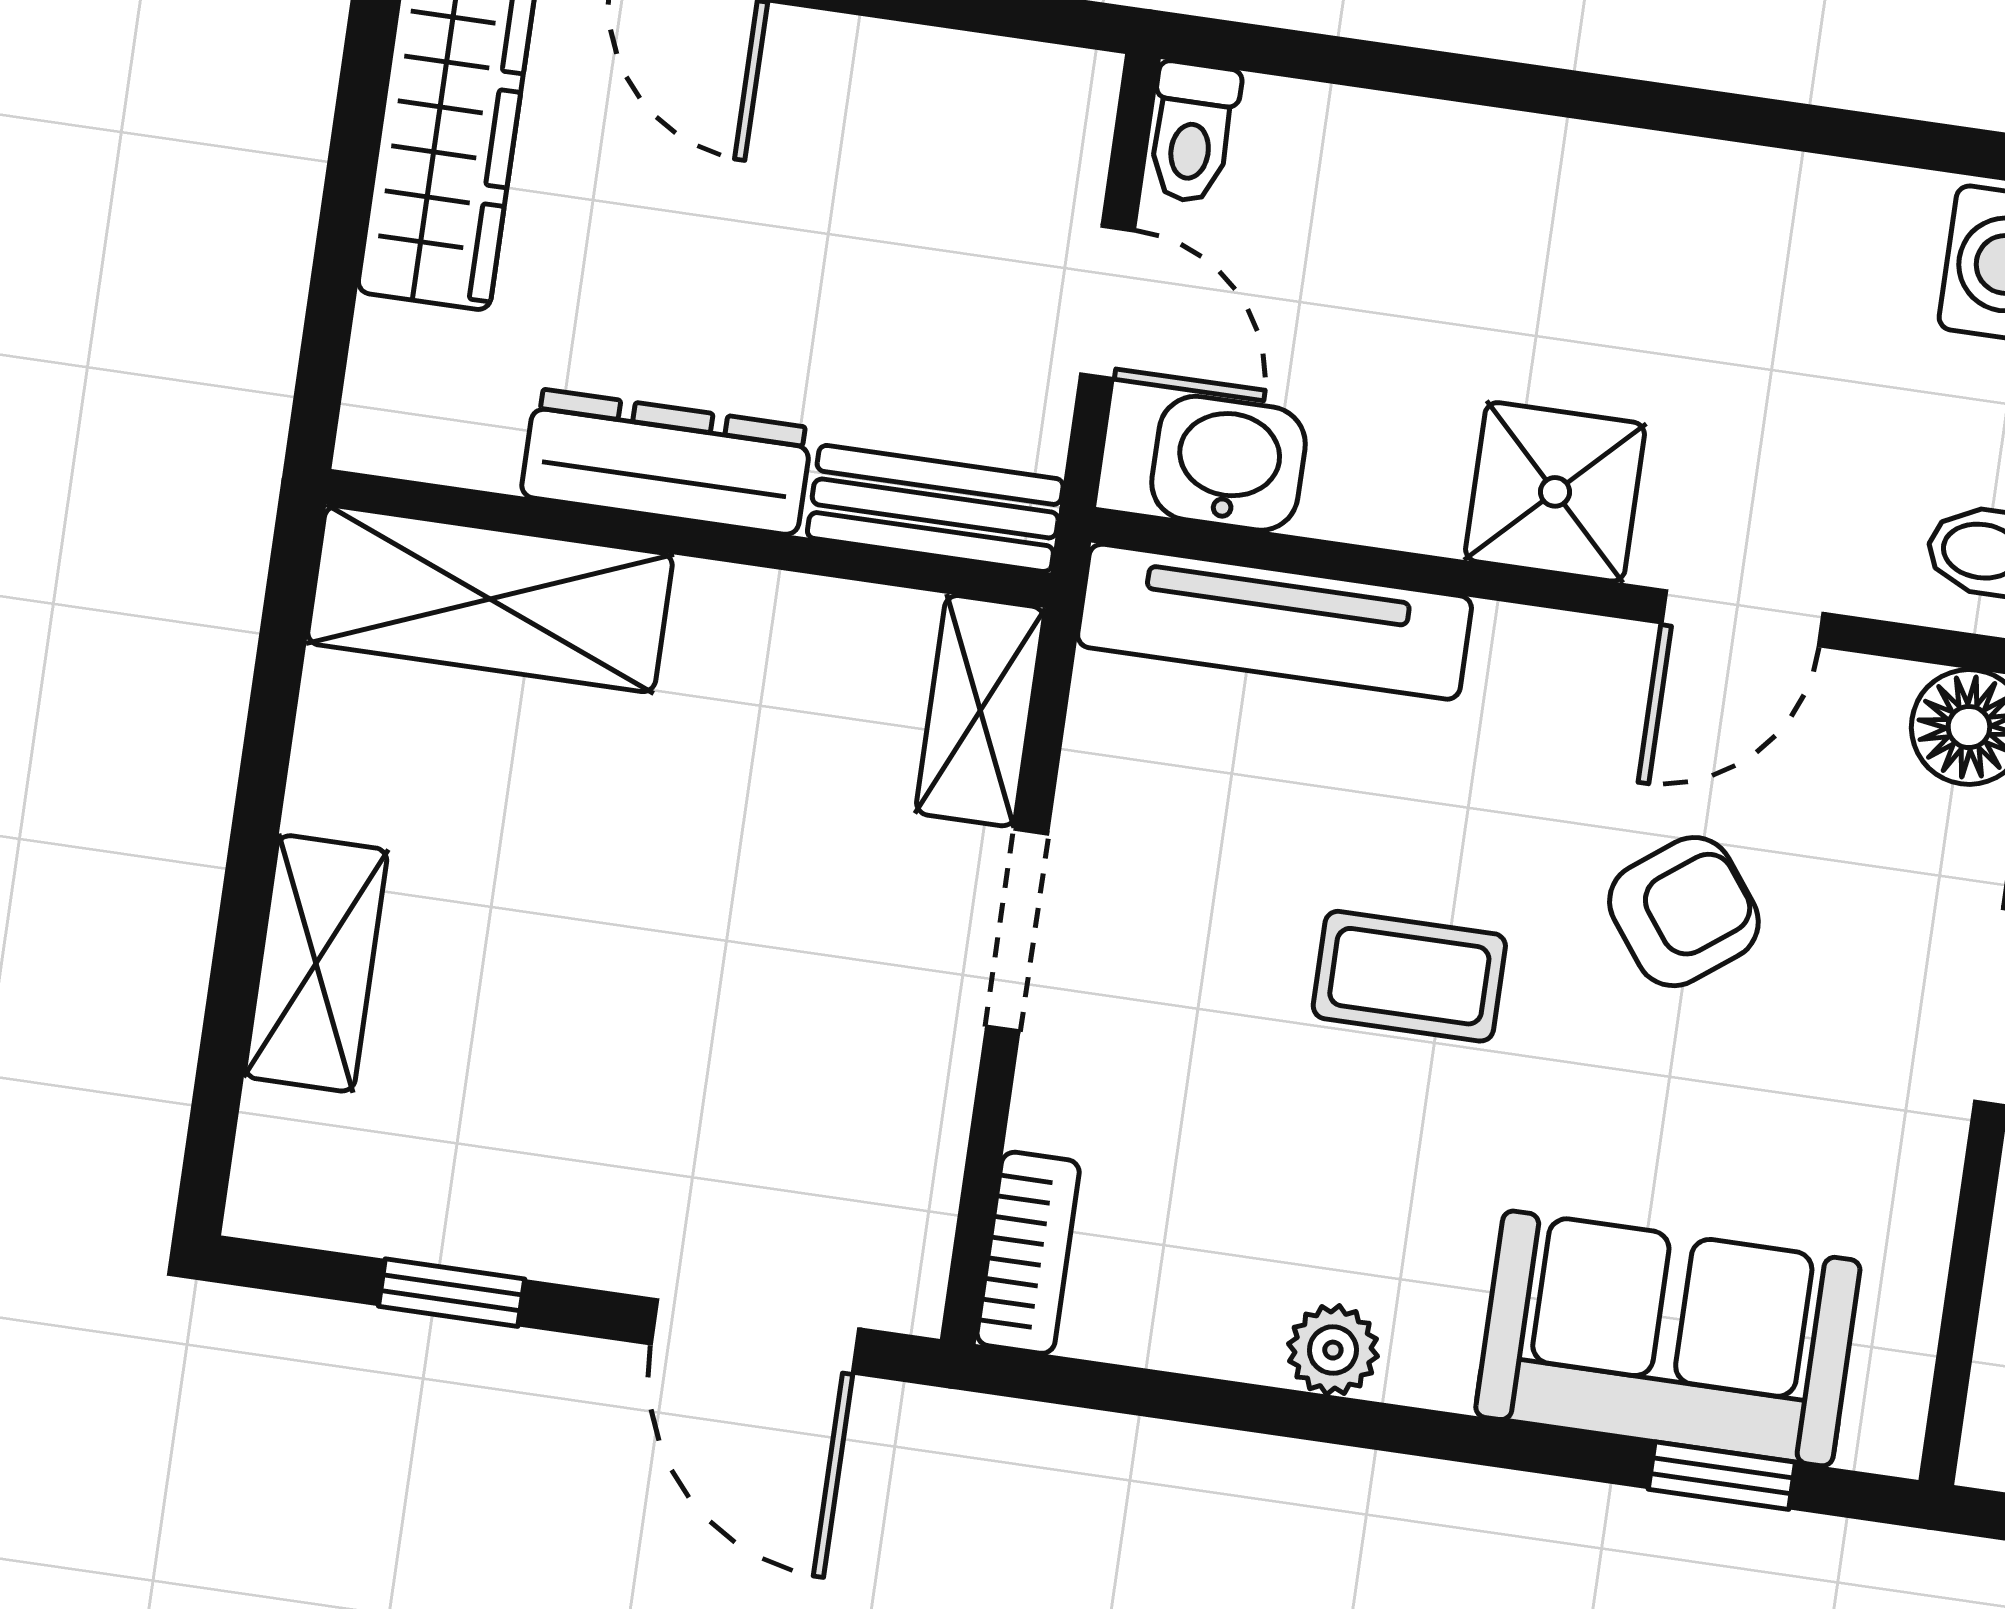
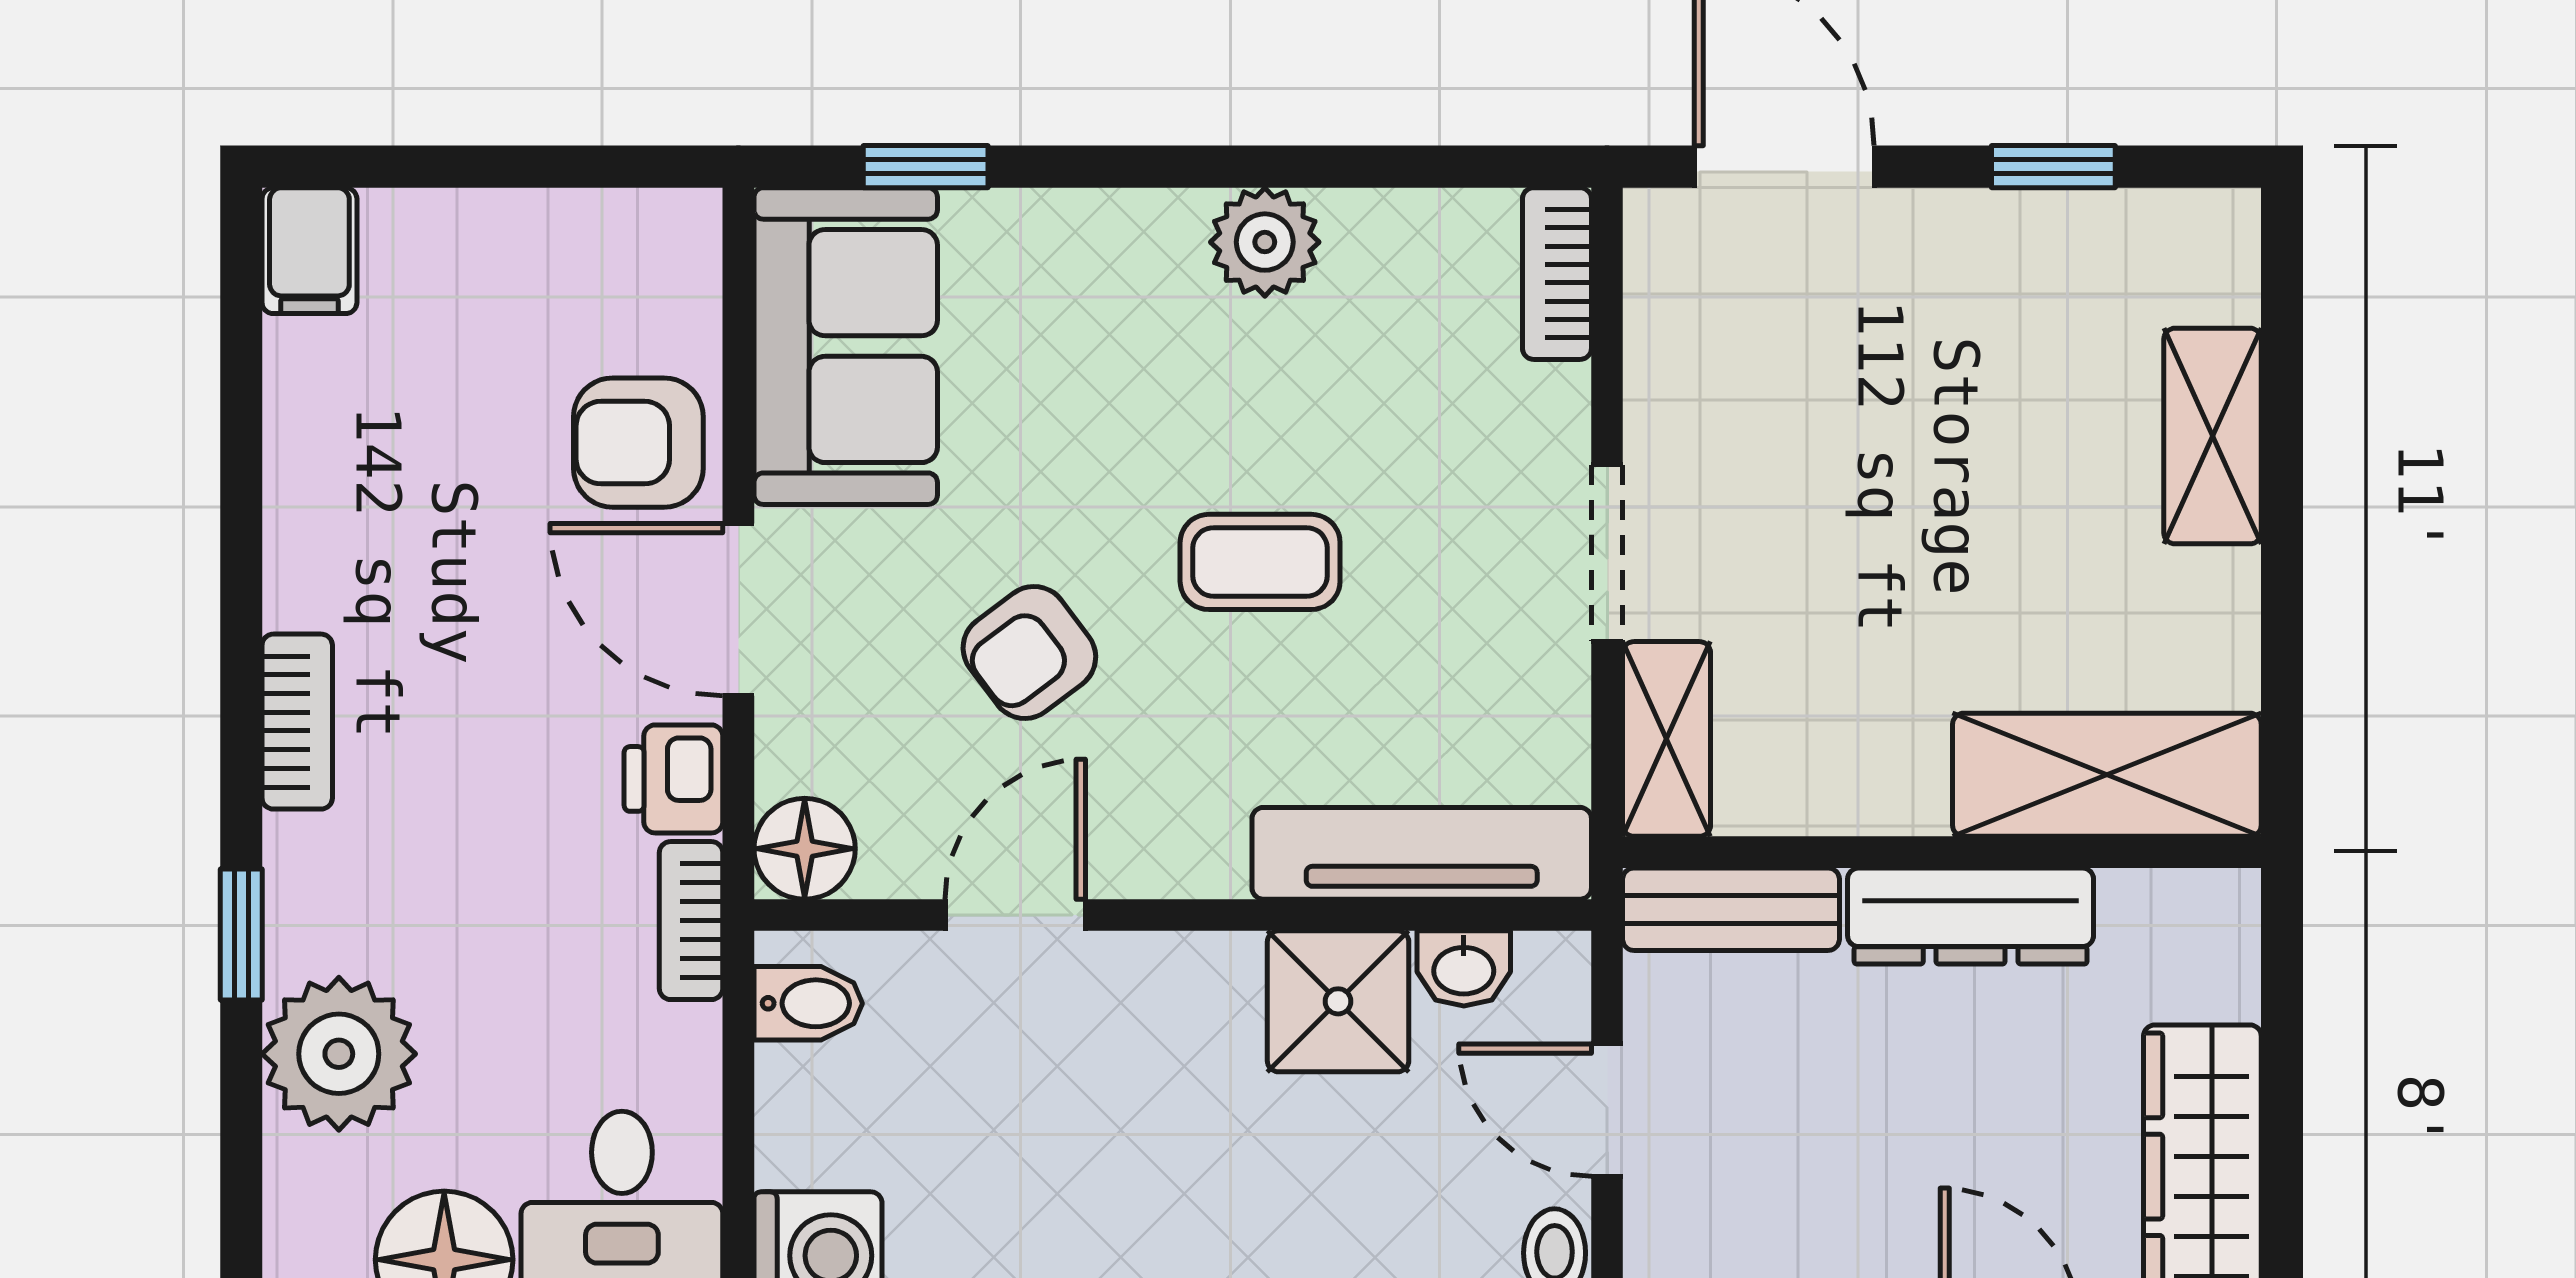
washbasin: (1228, 463) -> (1464, 968), width x0.72, depth x0.69
shower: (1555, 492) -> (1338, 1001), moved
sofa: (1668, 1338) -> (846, 346), moved, turned -90
plant: (1333, 1350) -> (1265, 242), width x1.38, depth x1.38

